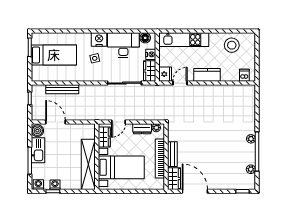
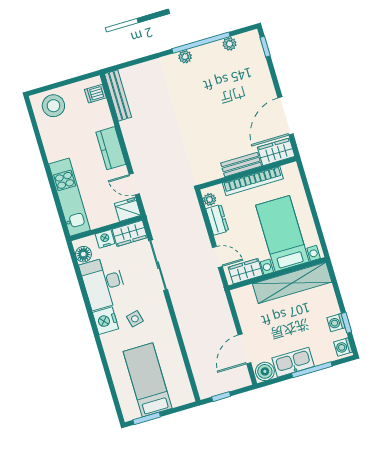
stool: (232, 45) -> (53, 106), moved
bench: (62, 89) -> (118, 95), moved

